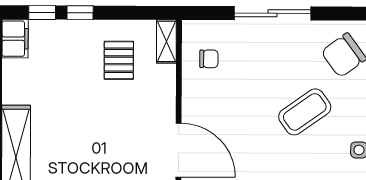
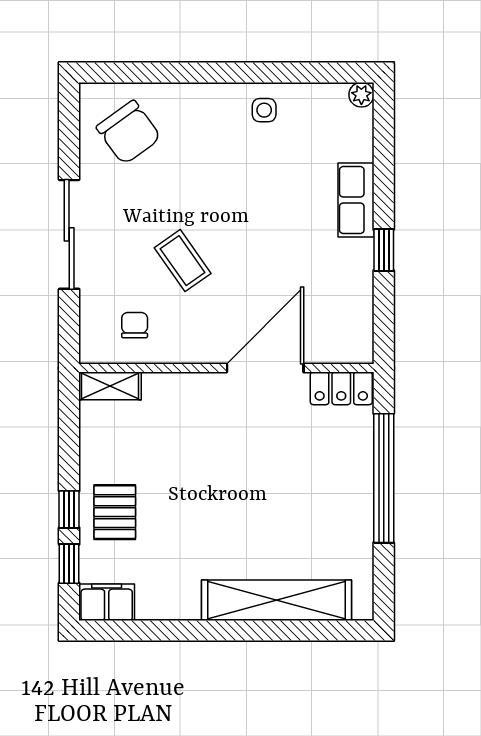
pallet: (119, 60) -> (115, 512), moved, turned 90
coffee table: (305, 112) -> (183, 261), moved, width x0.73, depth x0.77

